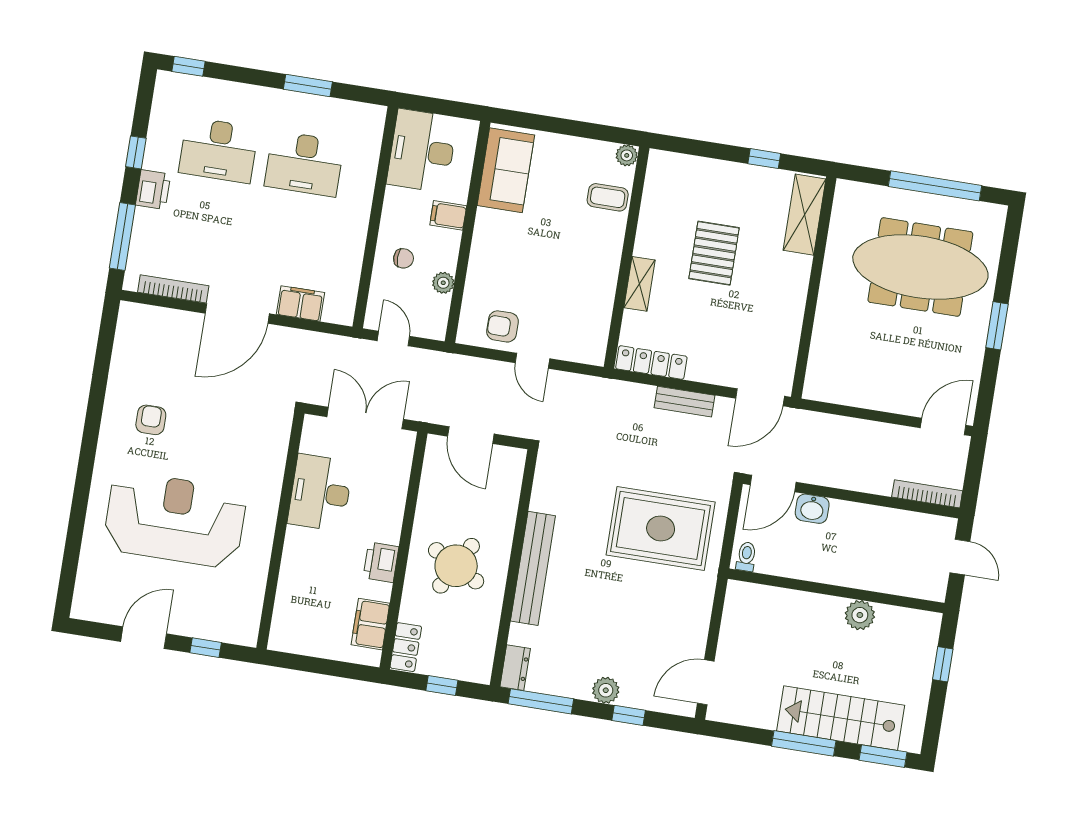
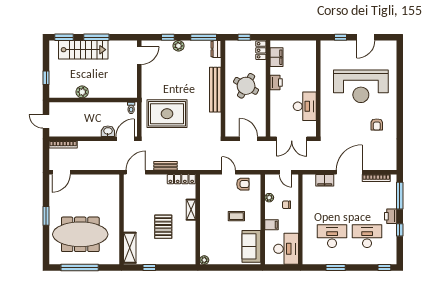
coffee table: (608, 197) -> (236, 216), moved

